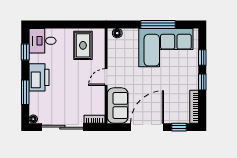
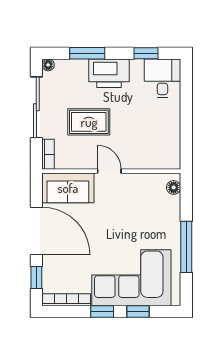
rug: (83, 45) -> (89, 122), moved
corner sofa: (166, 48) -> (131, 278), moved, turned 90

